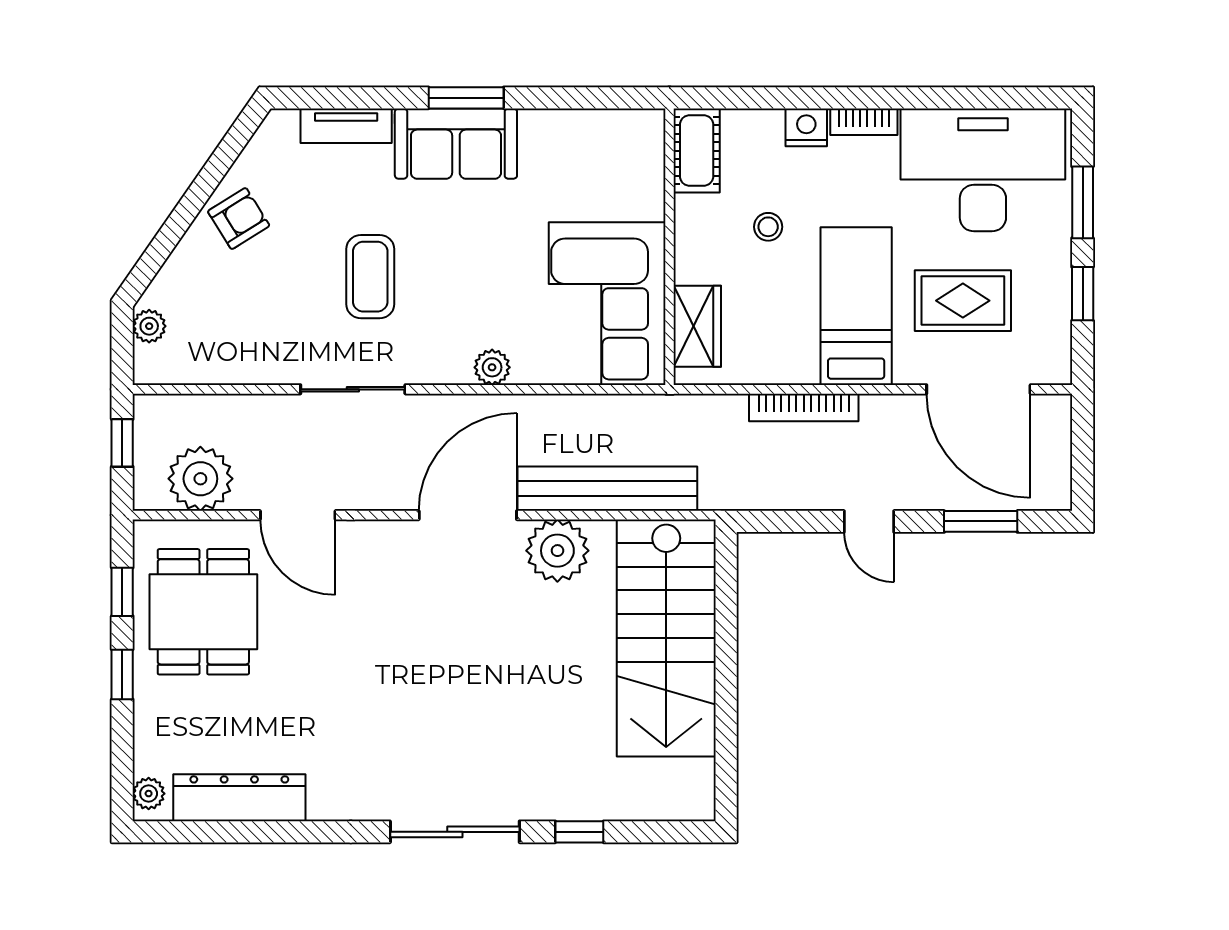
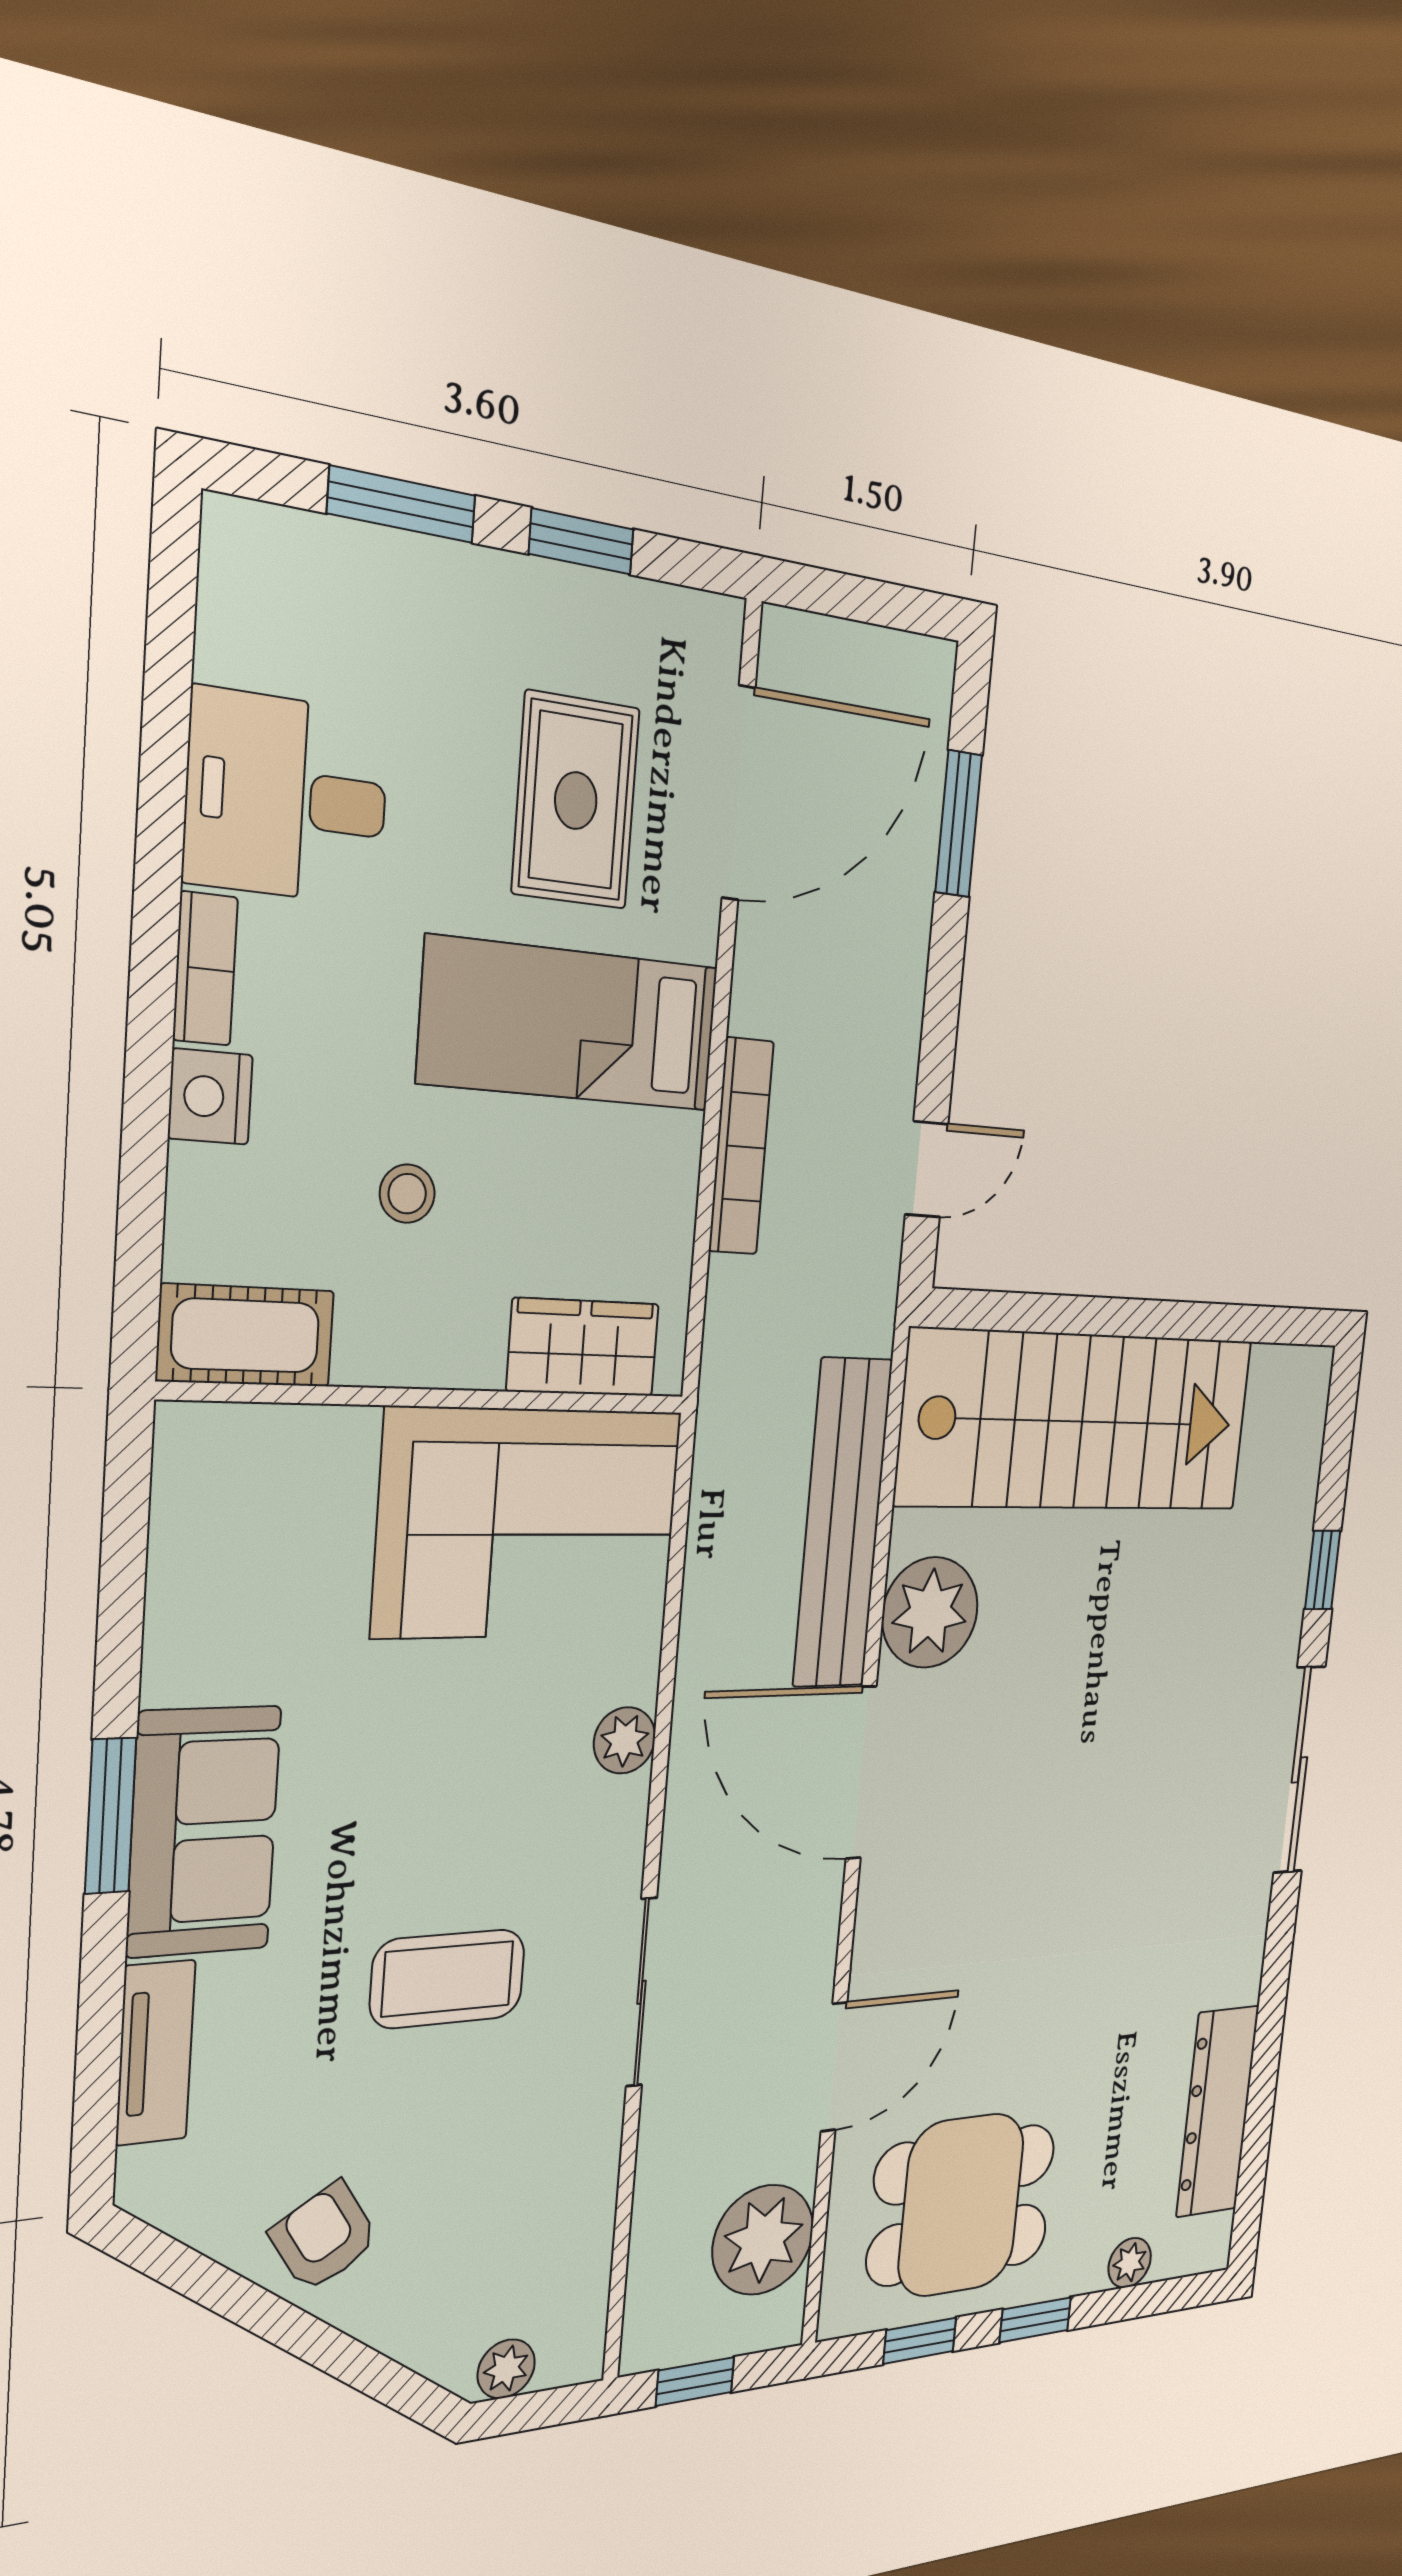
desk: (983, 170) -> (287, 798), width x0.53, depth x0.77
door: (869, 521) -> (927, 1169), moved
plant: (149, 794) -> (1130, 2263), moved

